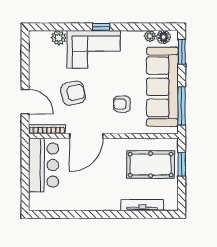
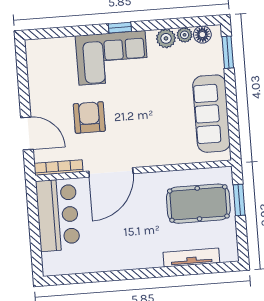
plant: (59, 38) -> (166, 38), moved
sofa: (162, 87) -> (211, 114), width x0.74, depth x0.79
armchair: (73, 93) -> (89, 117), turned -78
armchair: (122, 104) -> (155, 127), removed
window: (182, 106) -> (233, 123), removed

